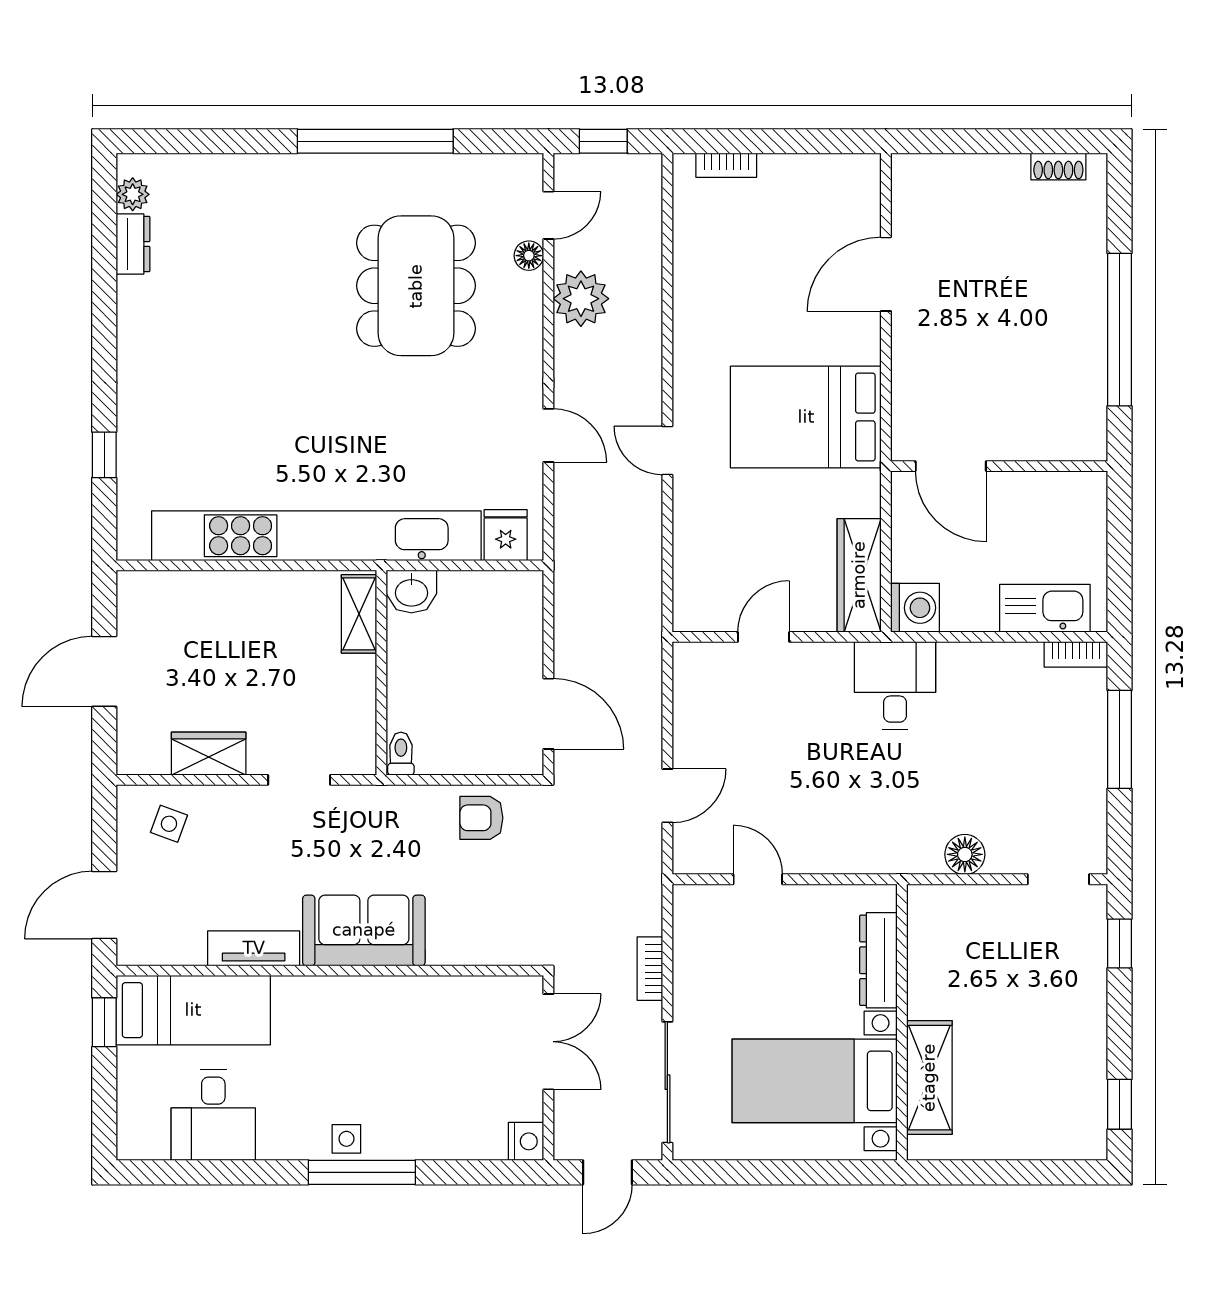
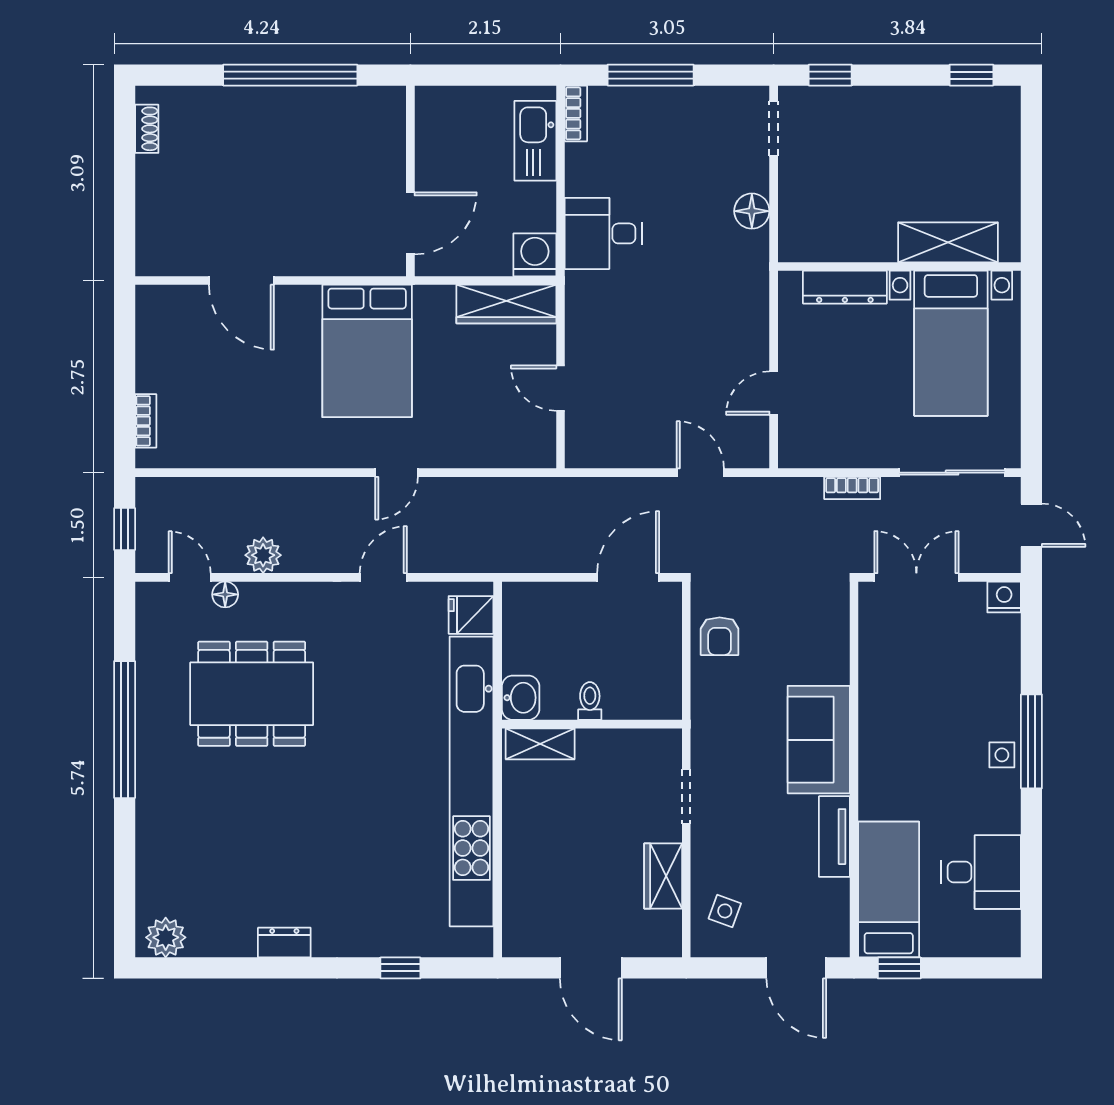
plant: (133, 194) -> (166, 937), width x1.38, depth x1.38
dresser: (133, 244) -> (284, 943), moved
plant: (581, 299) -> (263, 555), width x0.73, depth x0.73
desk: (895, 685) -> (603, 233), moved
toilet: (401, 754) -> (590, 701), moved, turned 90

